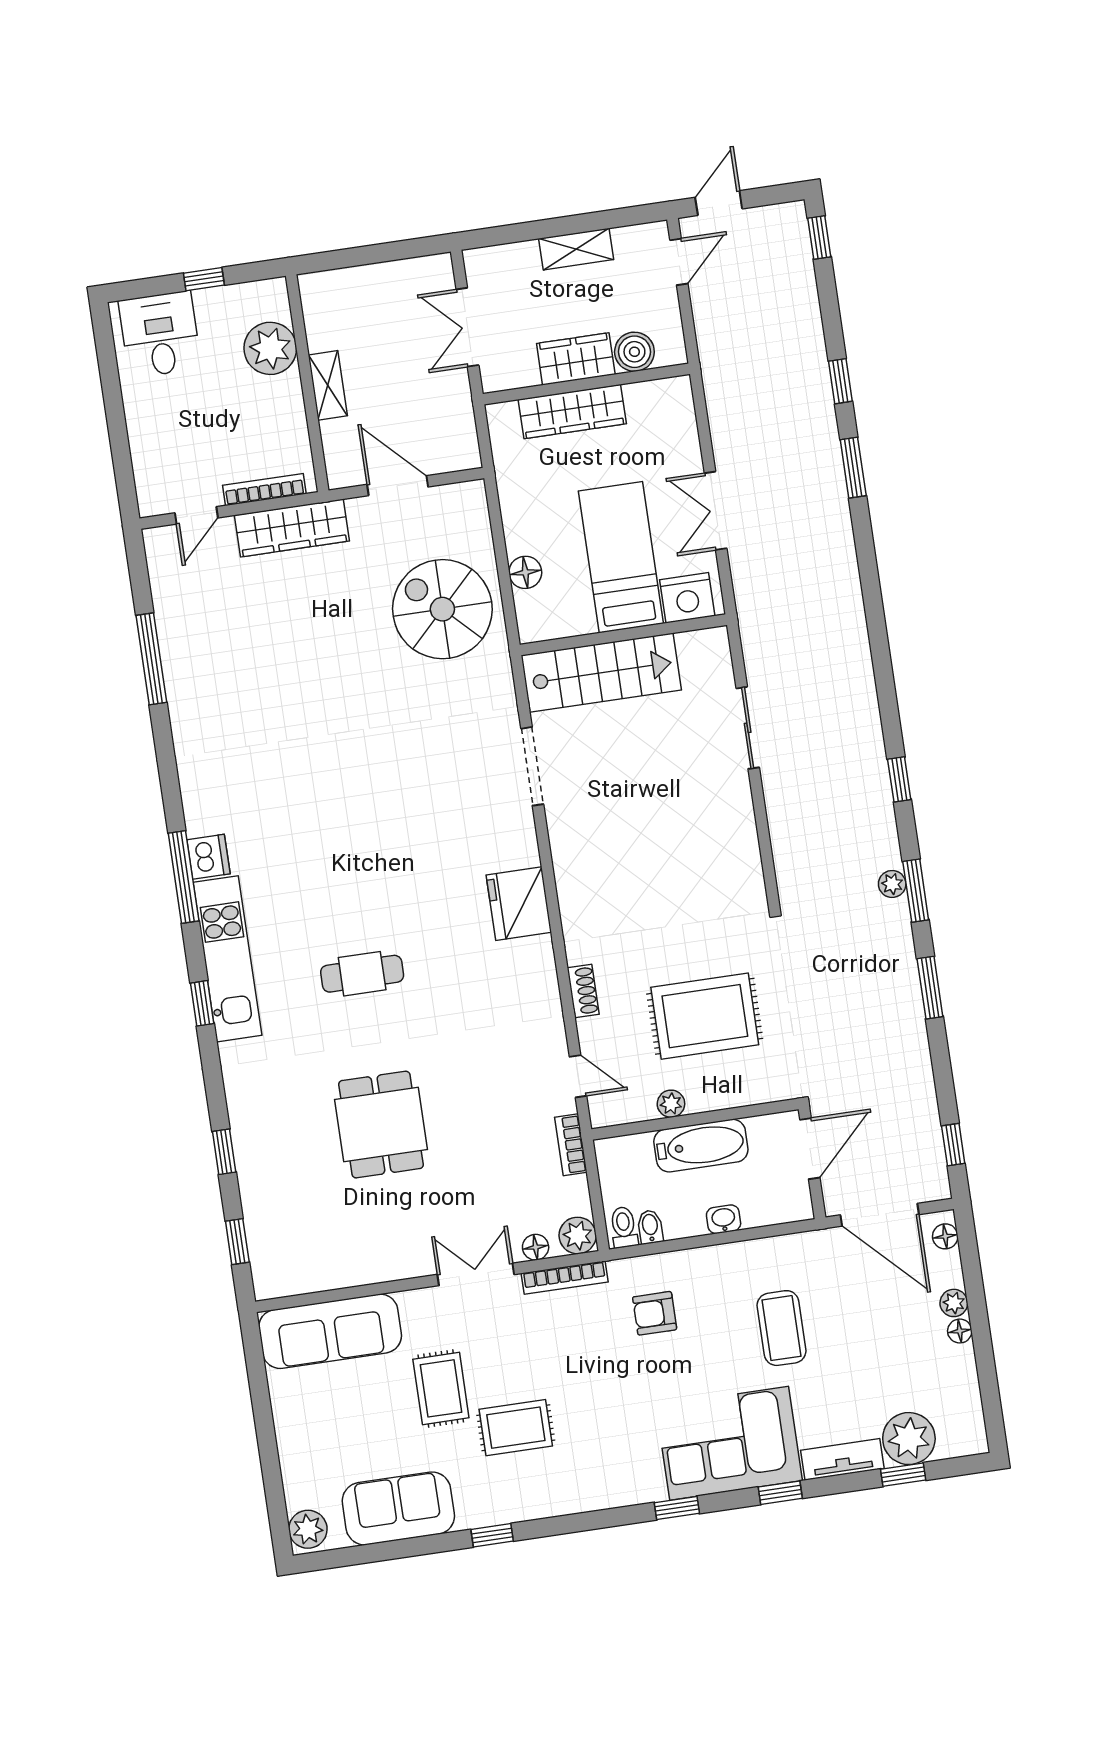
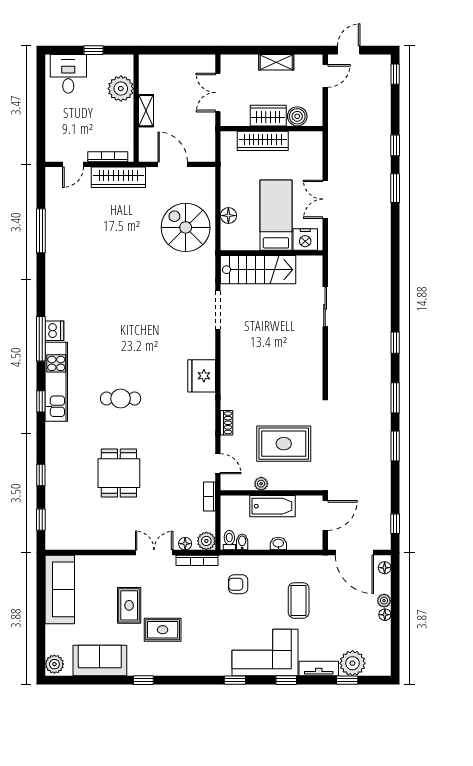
plant: (892, 884) -> (384, 393), removed
sofa: (330, 1331) -> (60, 589), moved, turned -90

